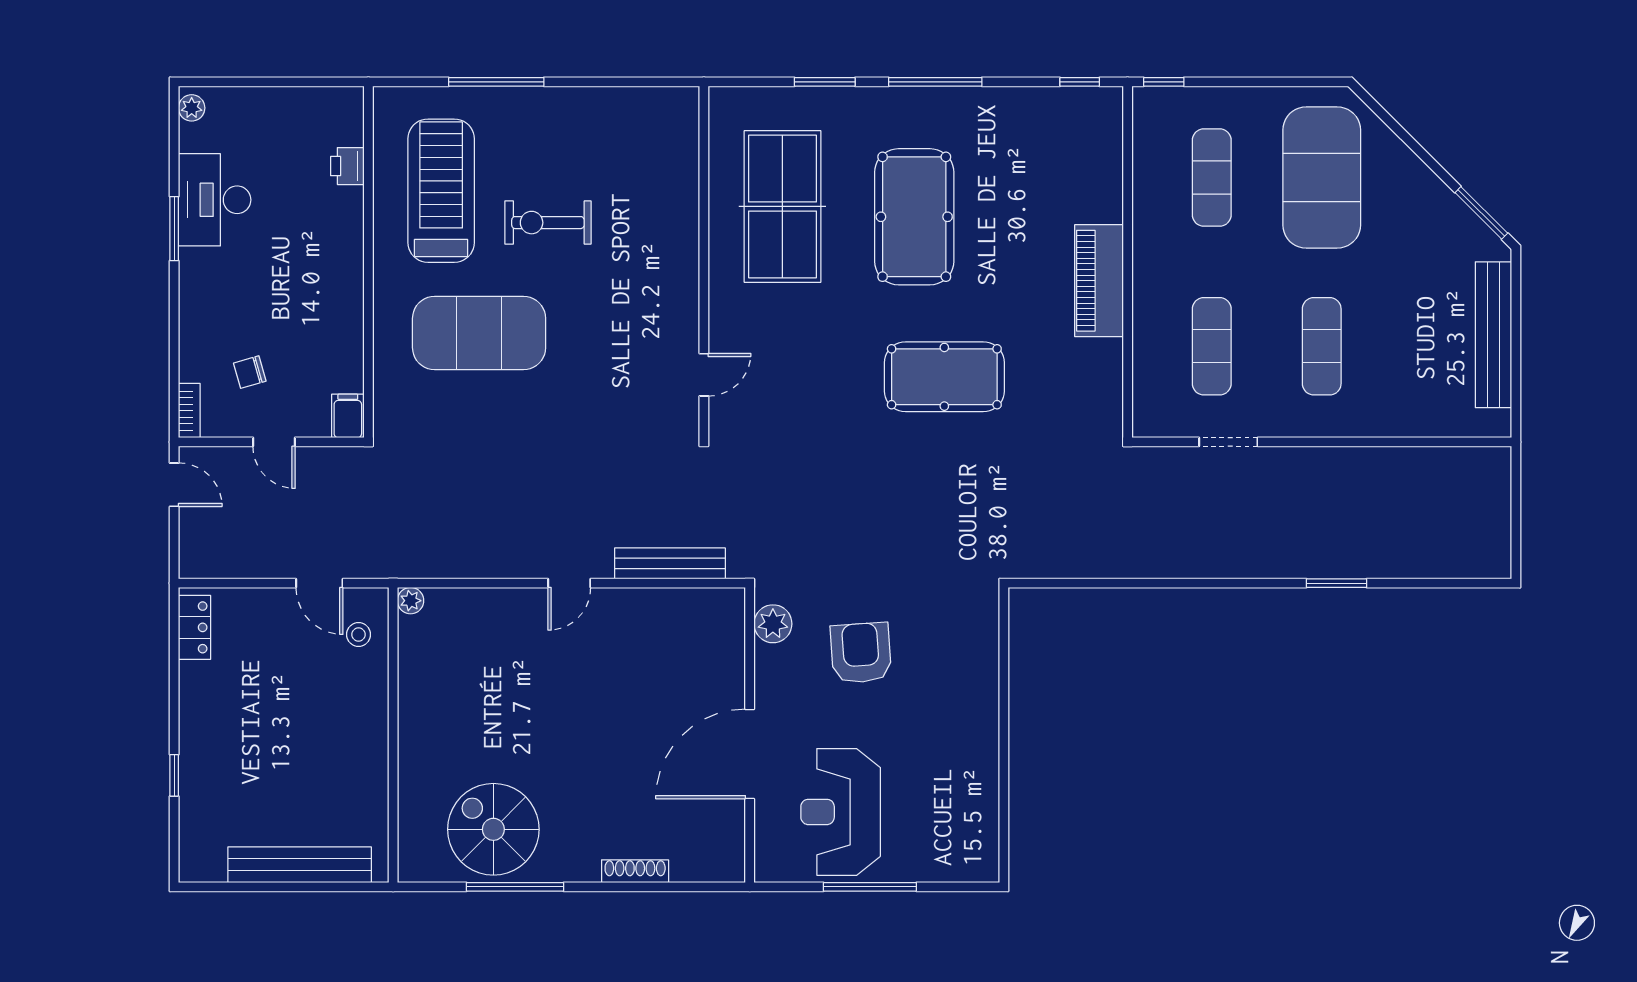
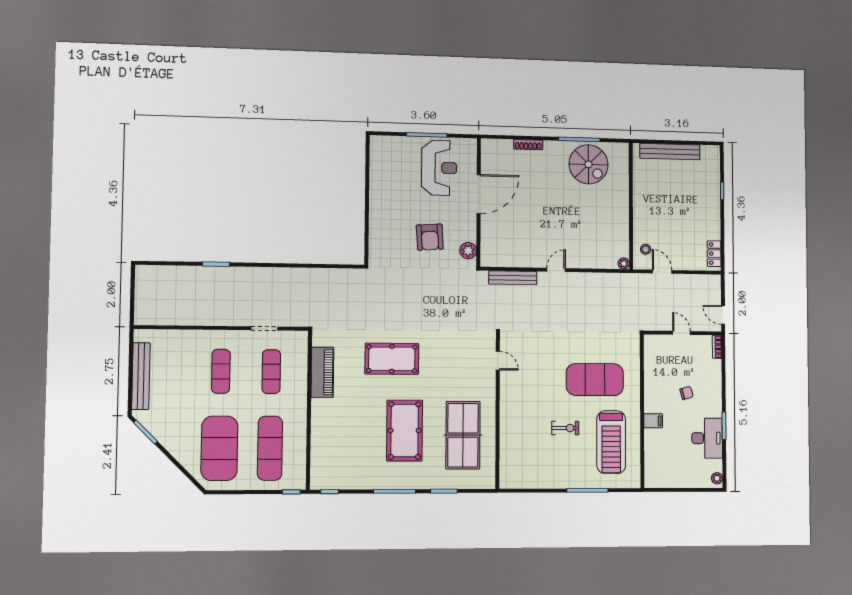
printer: (347, 166) -> (651, 453), removed
exercise mat: (1212, 178) -> (270, 448), width x1.36, depth x1.45
exercise bike: (548, 223) -> (565, 428), width x0.73, depth x0.72
piano: (1099, 281) -> (322, 372), moved
chair: (250, 372) -> (686, 393), moved
door: (704, 375) -> (498, 361), swing flipped
filing cabinet: (348, 416) -> (653, 421), moved, turned -90

